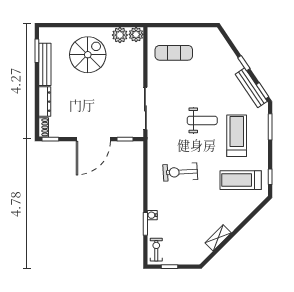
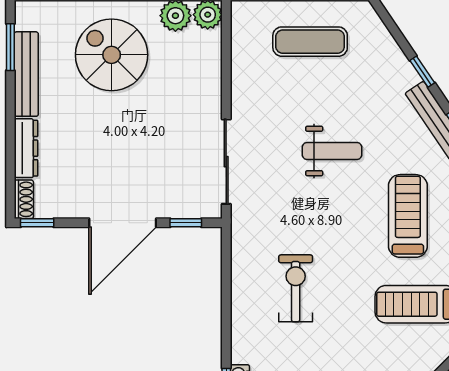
exercise mat: (174, 53) -> (310, 42), moved
spiral stairs: (88, 55) -> (112, 55), turned -90
weight bench: (202, 120) -> (332, 151), moved
exercise bike: (180, 172) -> (296, 288), turned 93

